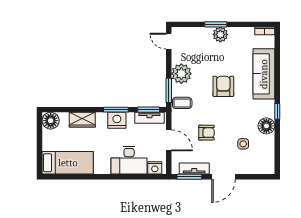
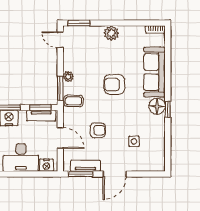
window: (216, 24) -> (79, 23), moved
plant: (181, 74) -> (68, 77), width x0.53, depth x0.53
armchair: (223, 86) -> (114, 84), turned -90
floor lamp: (266, 126) -> (157, 106), moved

